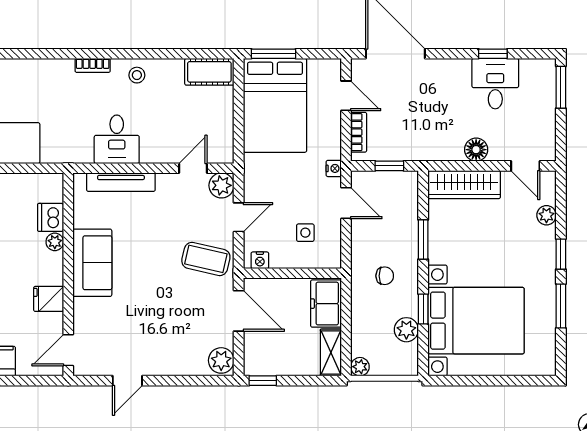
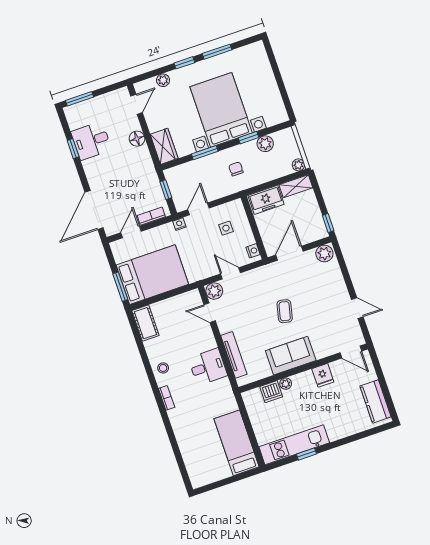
wardrobe: (464, 185) -> (164, 146), width x0.67
coffee table: (206, 259) -> (285, 311), moved, width x0.73, depth x0.77
bed with nightstands: (476, 321) -> (221, 110), moved

